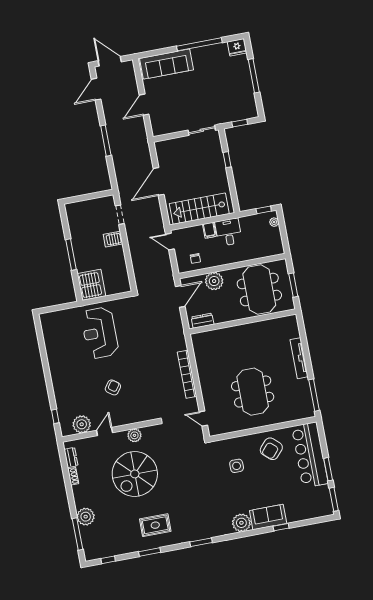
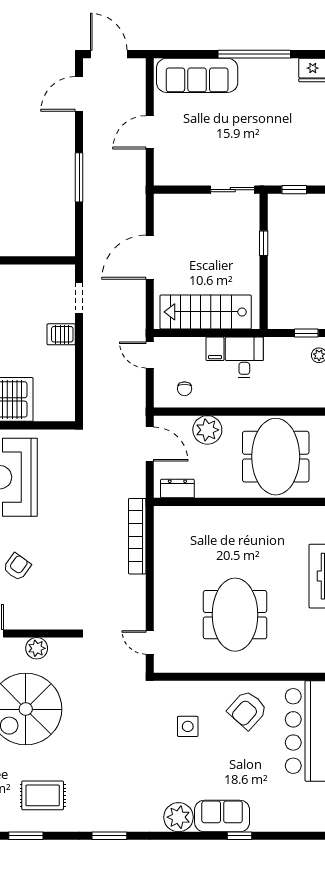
door: (180, 296) -> (150, 444), hinge flipped
bookcase: (187, 374) -> (137, 536), moved

